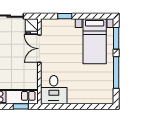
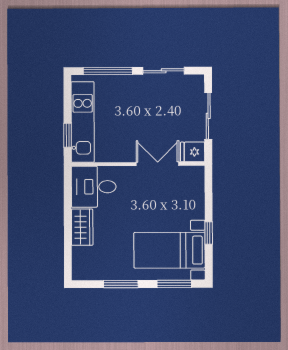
window: (65, 16) -> (209, 233), moved
window: (116, 72) -> (121, 284), width x0.69
wardrobe: (80, 97) -> (82, 227), added

